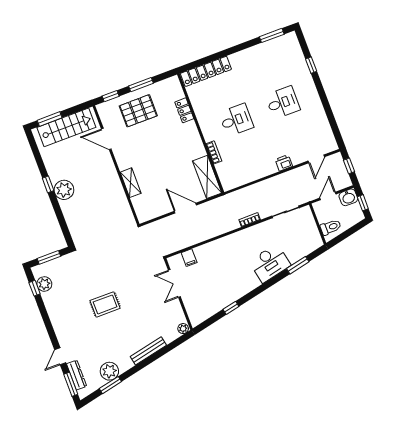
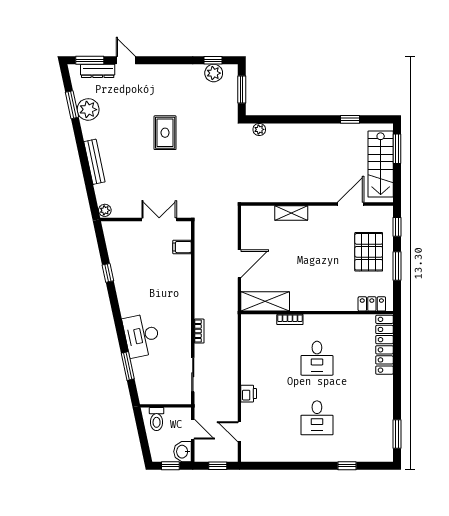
locker: (184, 110) -> (372, 304), moved
window: (48, 184) -> (350, 119), moved
plant: (64, 190) -> (259, 129), moved, width x0.53, depth x0.53

